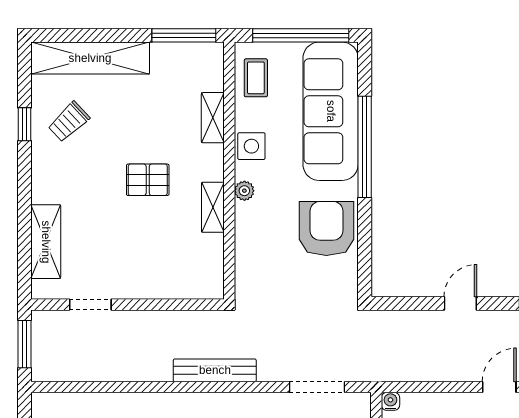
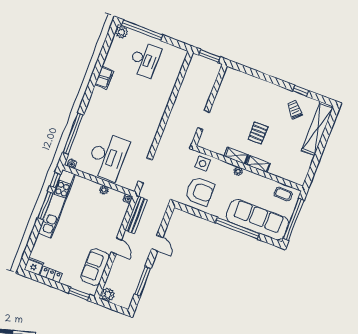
window: (184, 35) -> (312, 171), removed
shelving: (213, 118) -> (258, 164), moved
side table: (251, 146) -> (203, 164), moved
armchair: (326, 228) -> (200, 191), moved
shelving: (46, 242) -> (248, 81), removed
doorway: (90, 305) -> (204, 120), moved
bench: (215, 370) -> (136, 215), moved

